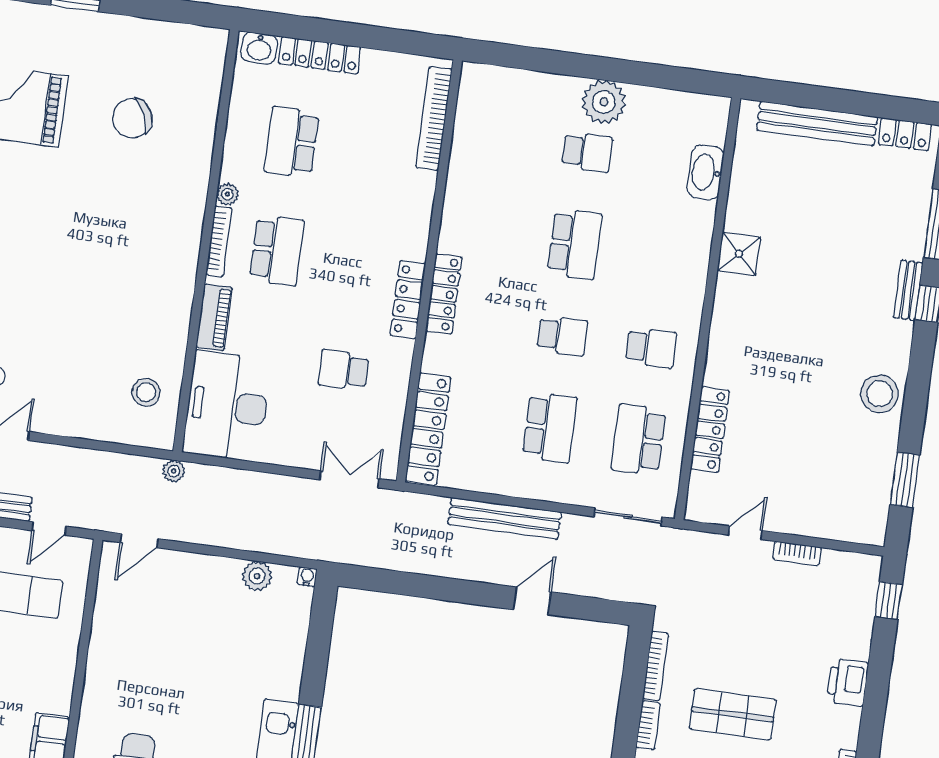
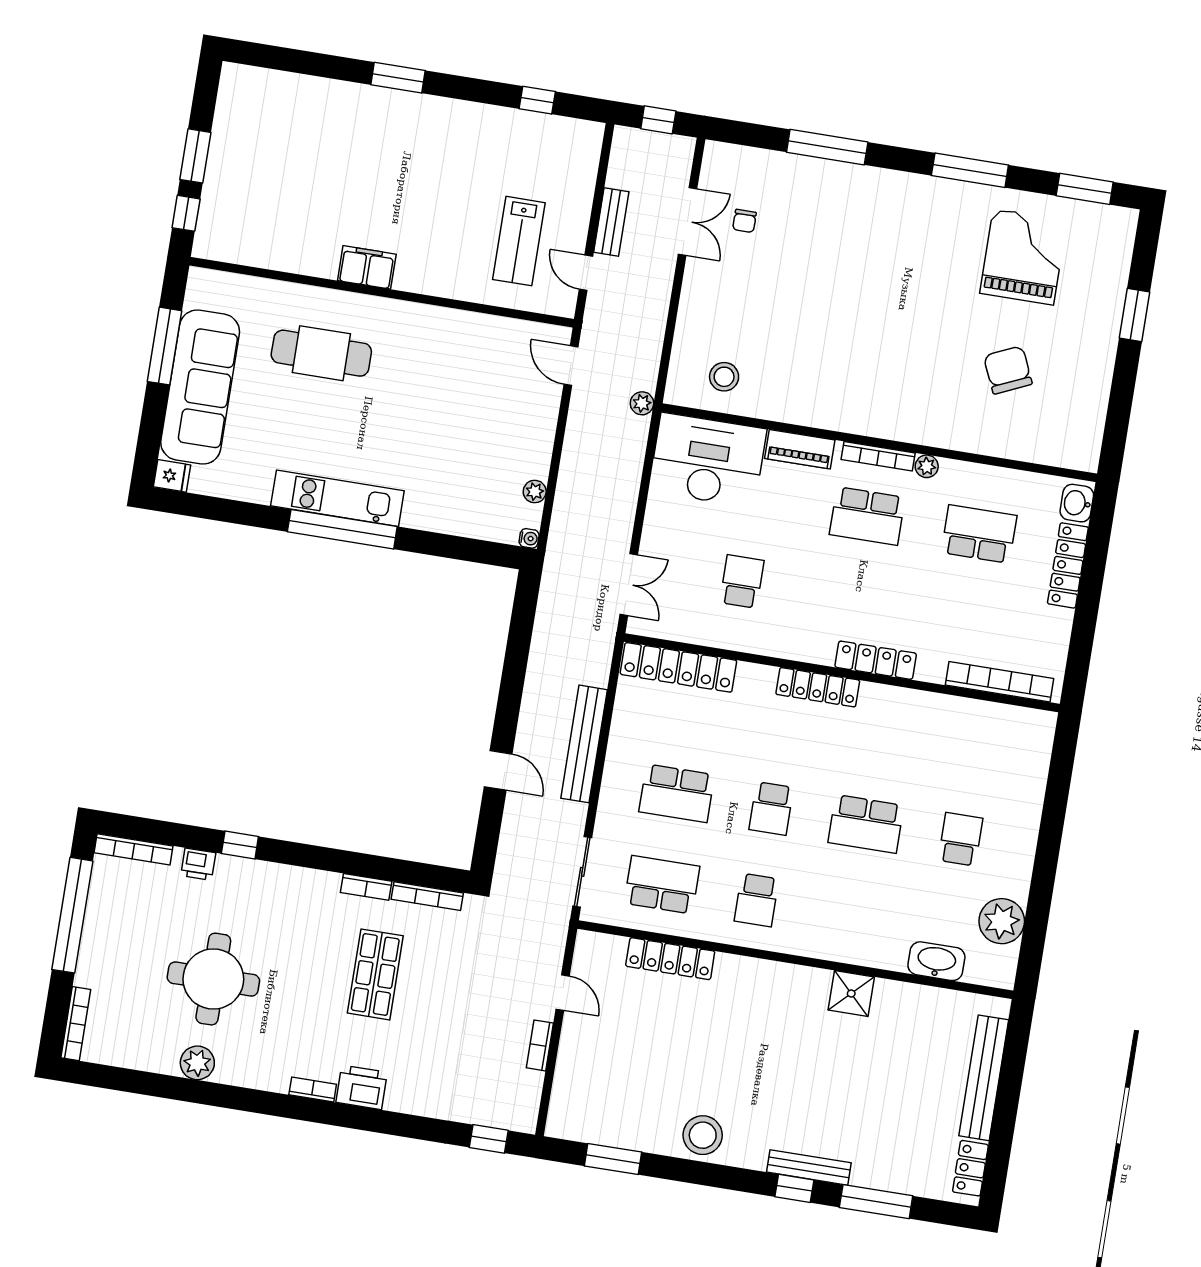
plant: (604, 102) -> (1002, 921), moved
school desk: (587, 152) -> (960, 839), turned 180
bench: (908, 290) -> (809, 1167), width x1.36
locker: (408, 300) -> (876, 660), moved
plant: (257, 576) -> (535, 492), width x0.73, depth x0.73
printer: (848, 682) -> (362, 1087), moved

